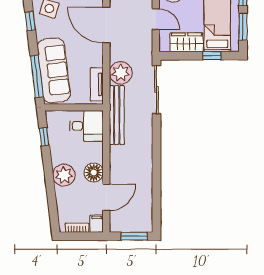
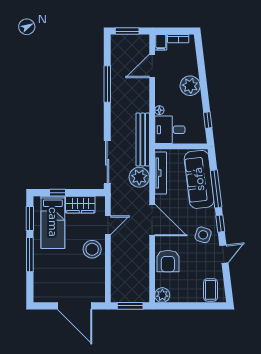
door: (156, 19) -> (108, 225), swing flipped
window: (37, 76) -> (216, 189), moved
tv unit: (97, 84) -> (161, 173), width x1.41
floor lamp: (94, 172) -> (159, 110), moved, width x0.53, depth x0.53
window: (156, 177) -> (107, 84), added

